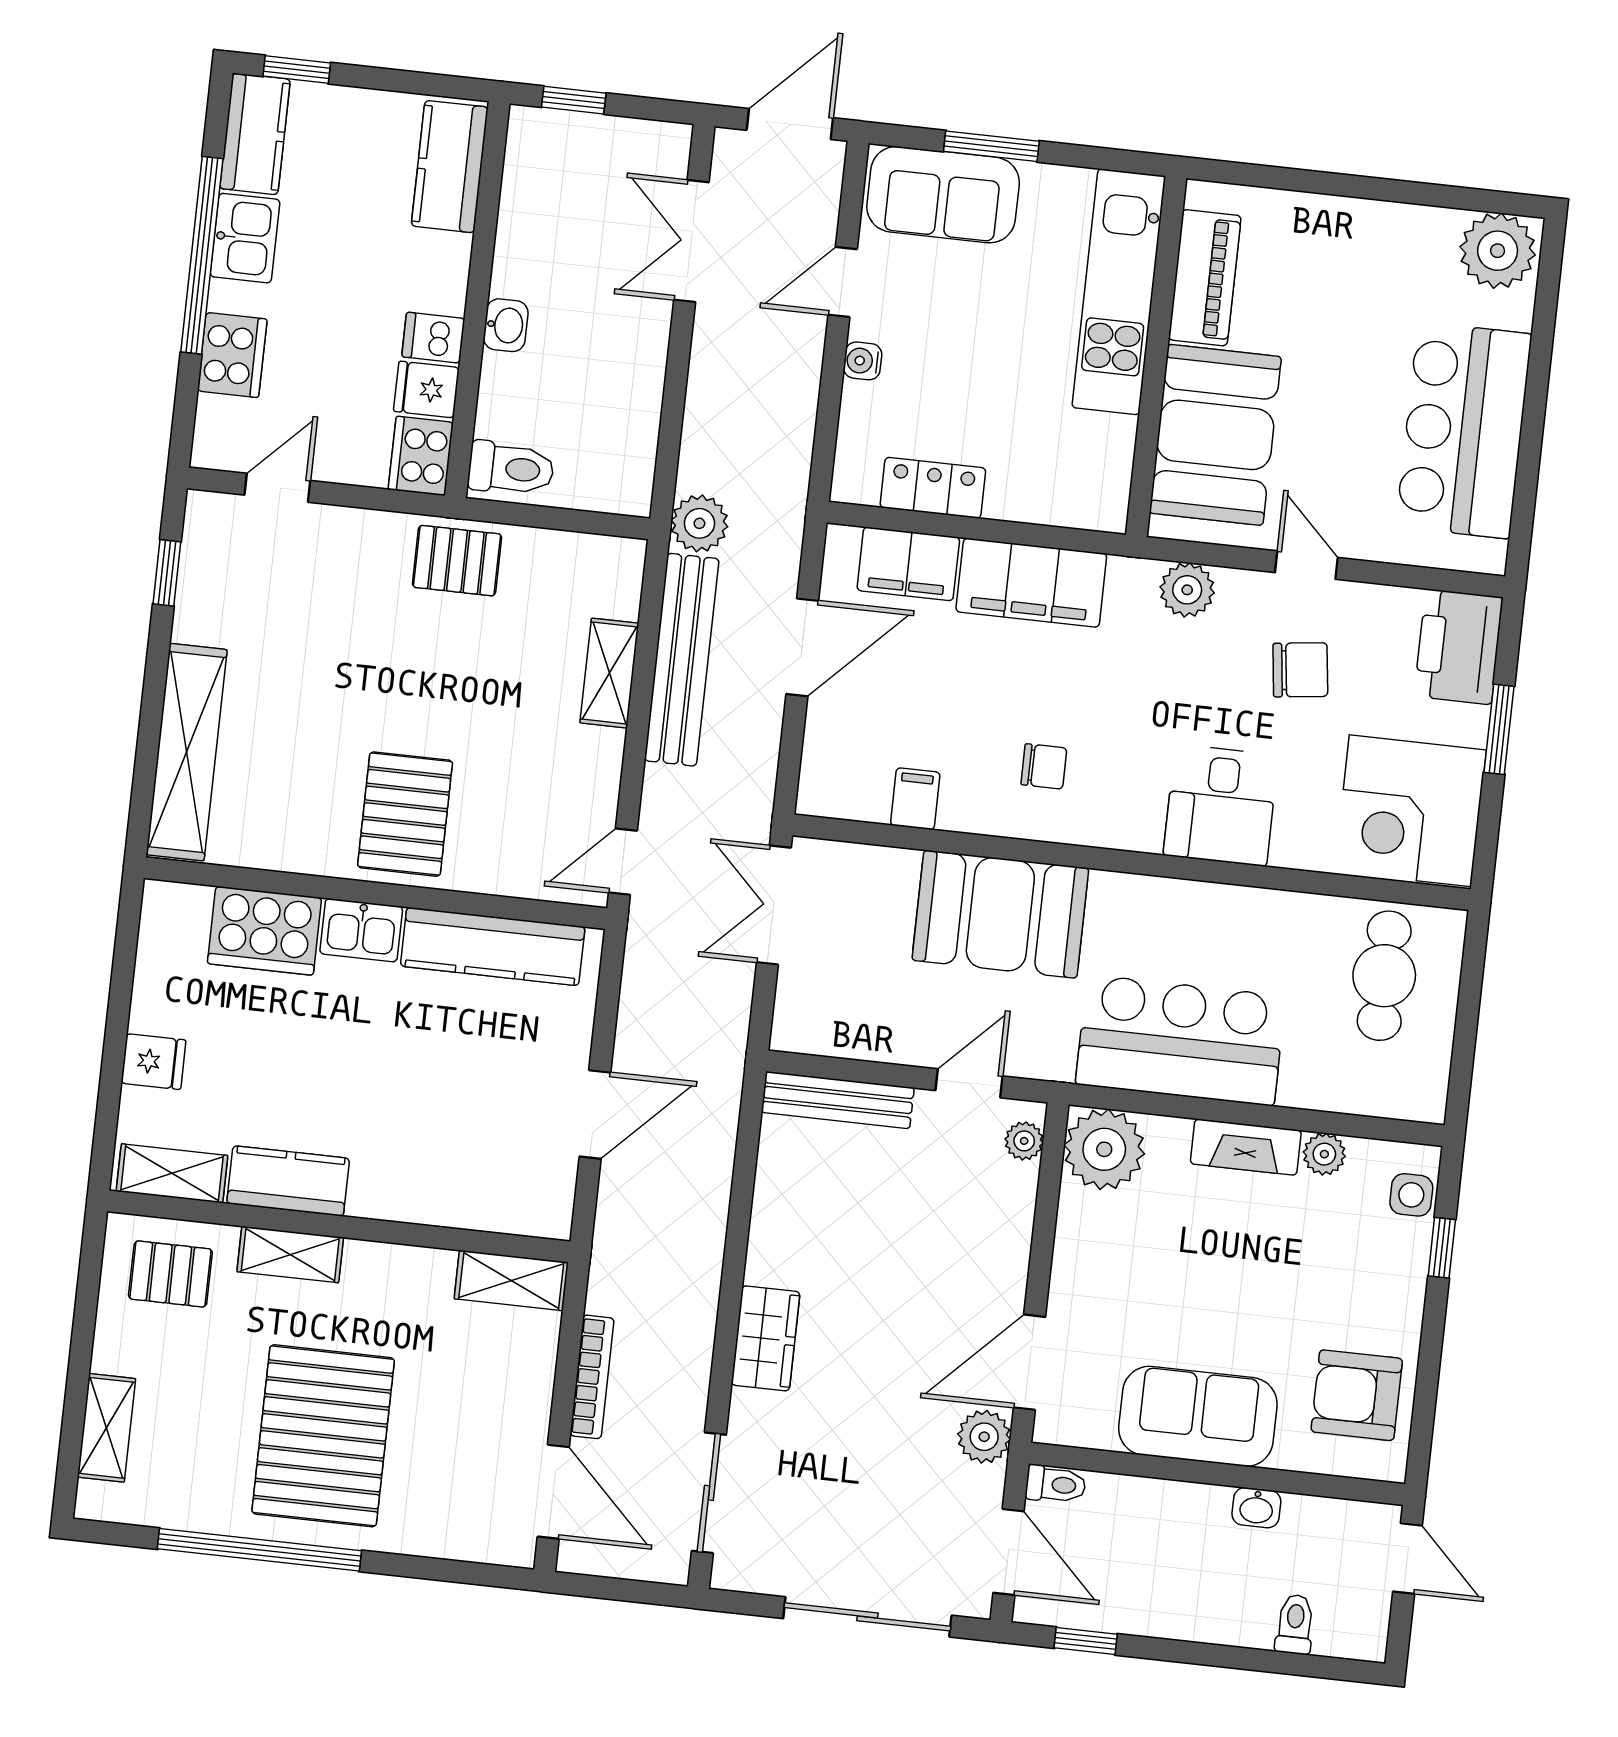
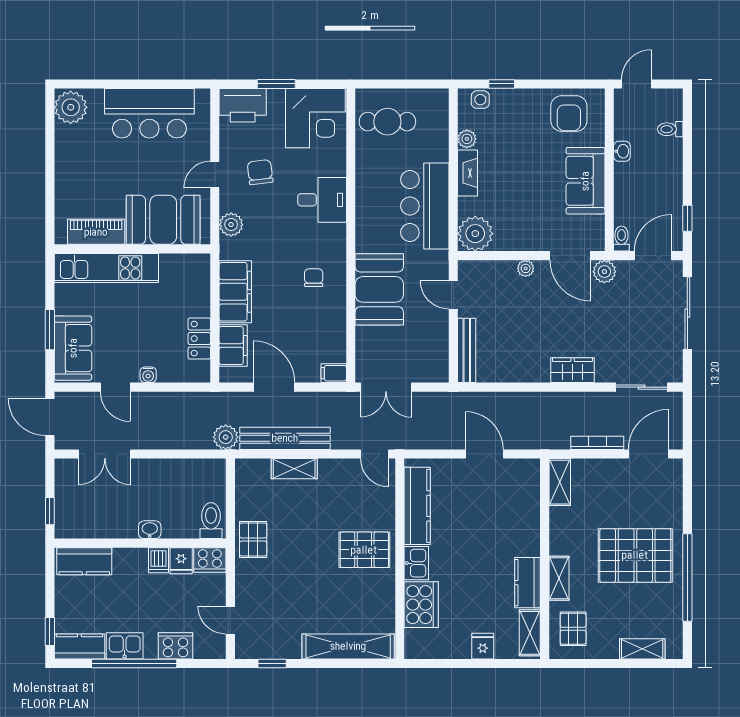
filing cabinet: (915, 799) -> (334, 373), moved
plant: (1024, 1141) -> (526, 268), moved

